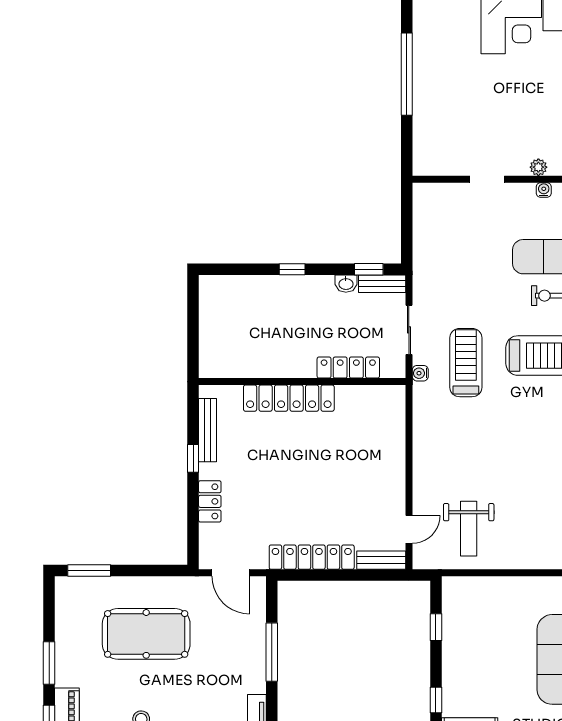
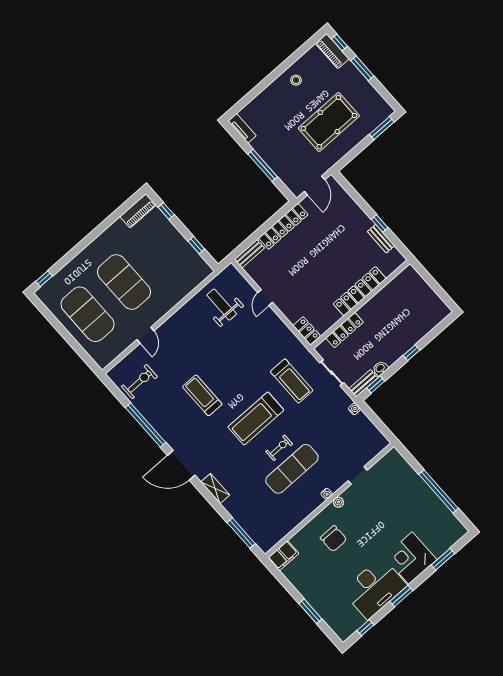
water cooler: (420, 373) -> (354, 409), moved
bench: (208, 430) -> (381, 239), width x0.73
locker: (210, 501) -> (307, 331), moved, turned 180
door: (409, 529) -> (265, 297), moved
door: (231, 573) -> (315, 186), swing flipped

